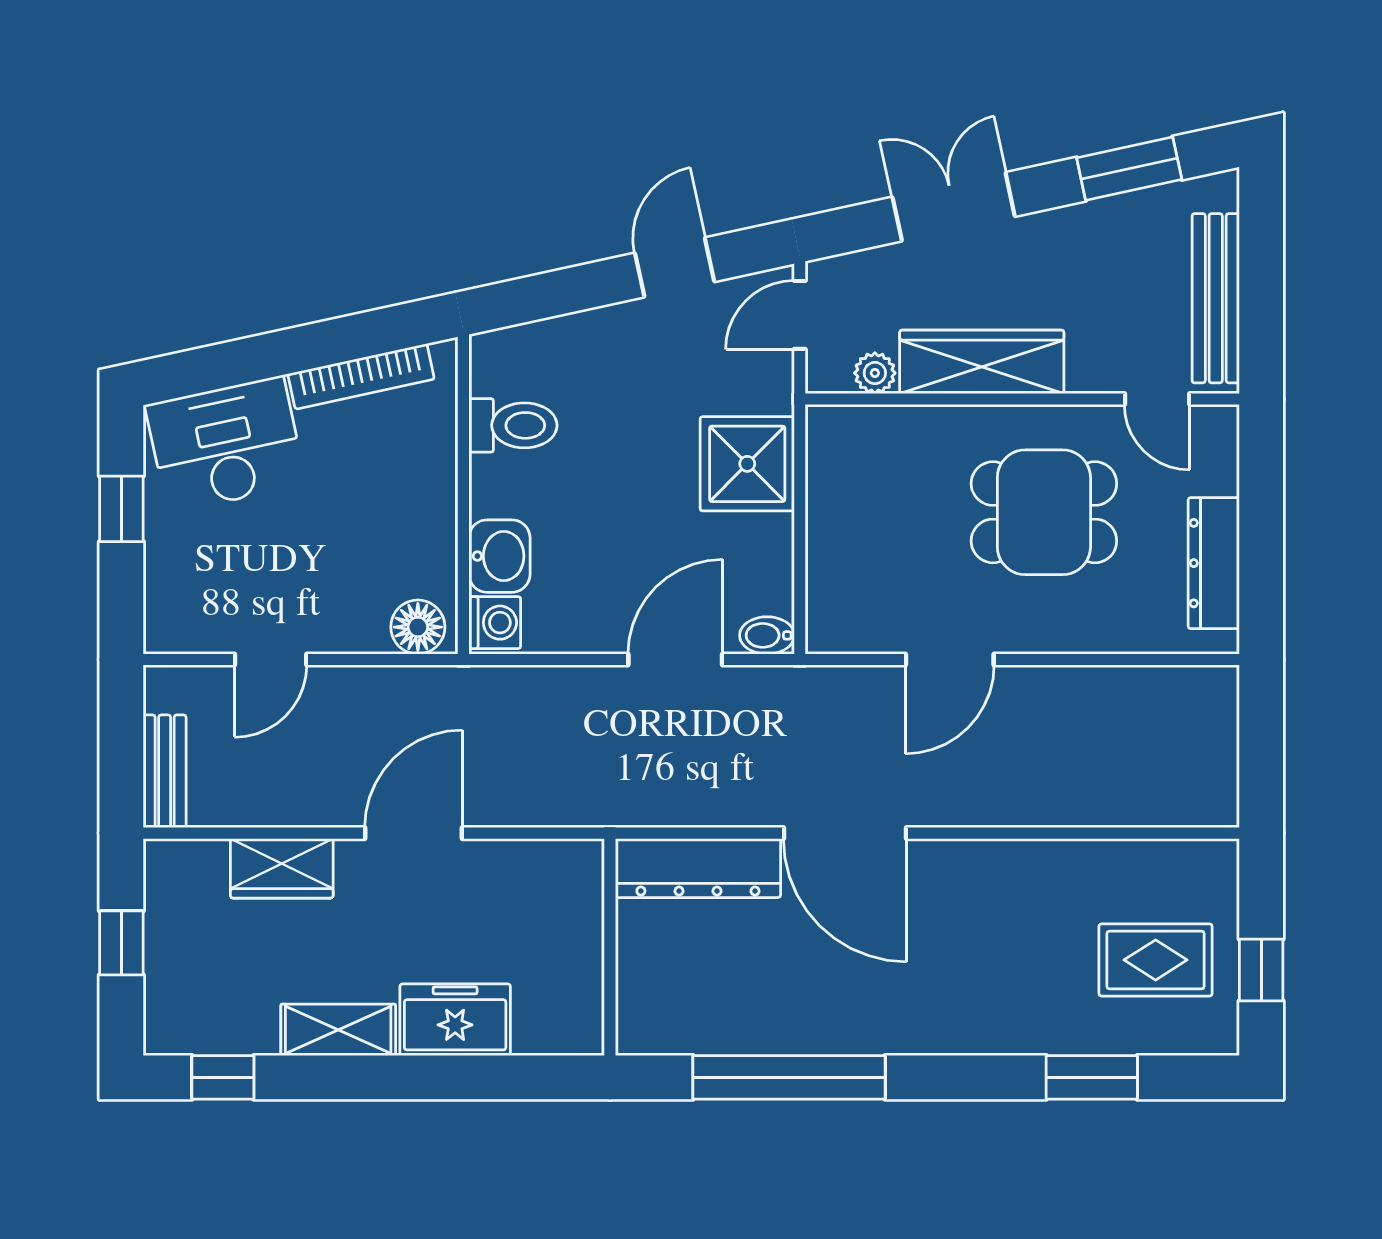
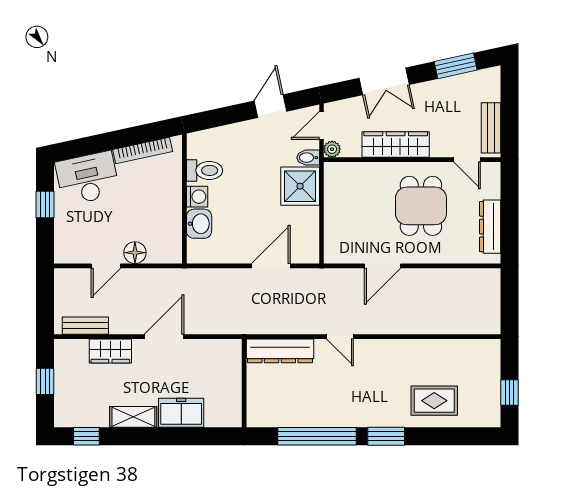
double door: (954, 207) -> (384, 81), swing flipped
bench: (1216, 298) -> (491, 128), width x0.73
plant: (875, 373) -> (332, 149), moved
dining table: (1044, 512) -> (421, 206), turned 90
washing machine: (495, 623) -> (197, 197), moved
floor lamp: (418, 627) -> (135, 253), moved
bidet: (767, 635) -> (308, 158), moved
bench: (165, 771) -> (85, 326), moved, turned 90
door: (845, 833) -> (340, 337), width x0.53
rug: (1156, 960) -> (434, 401), moved
window: (1092, 1077) -> (386, 436), moved

